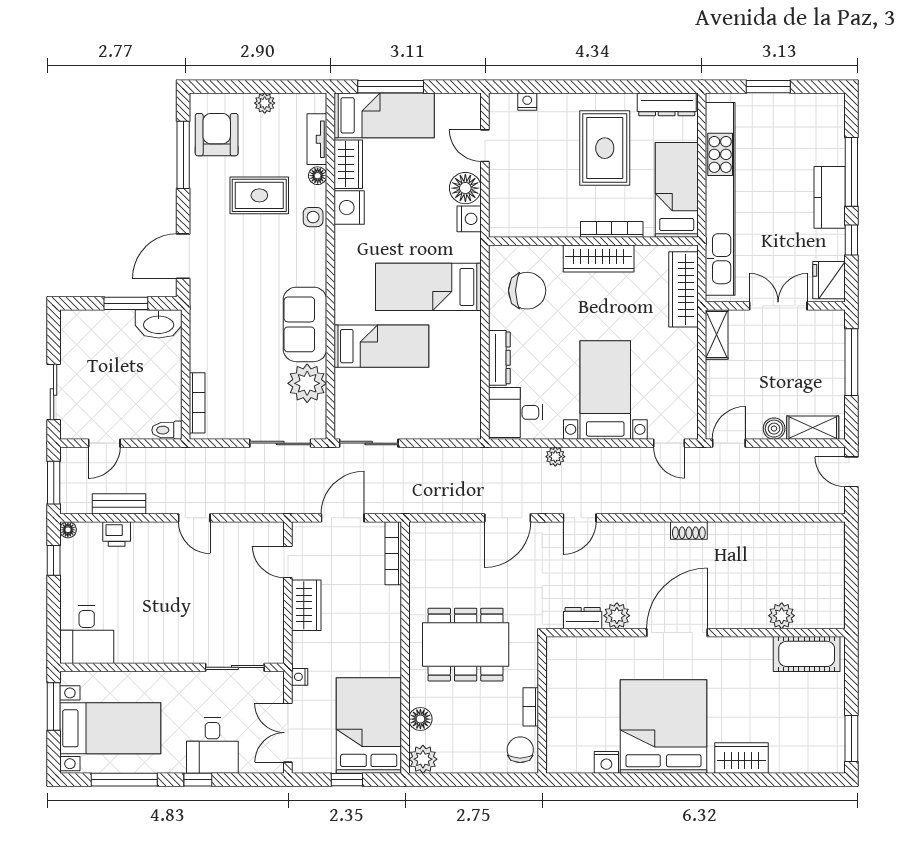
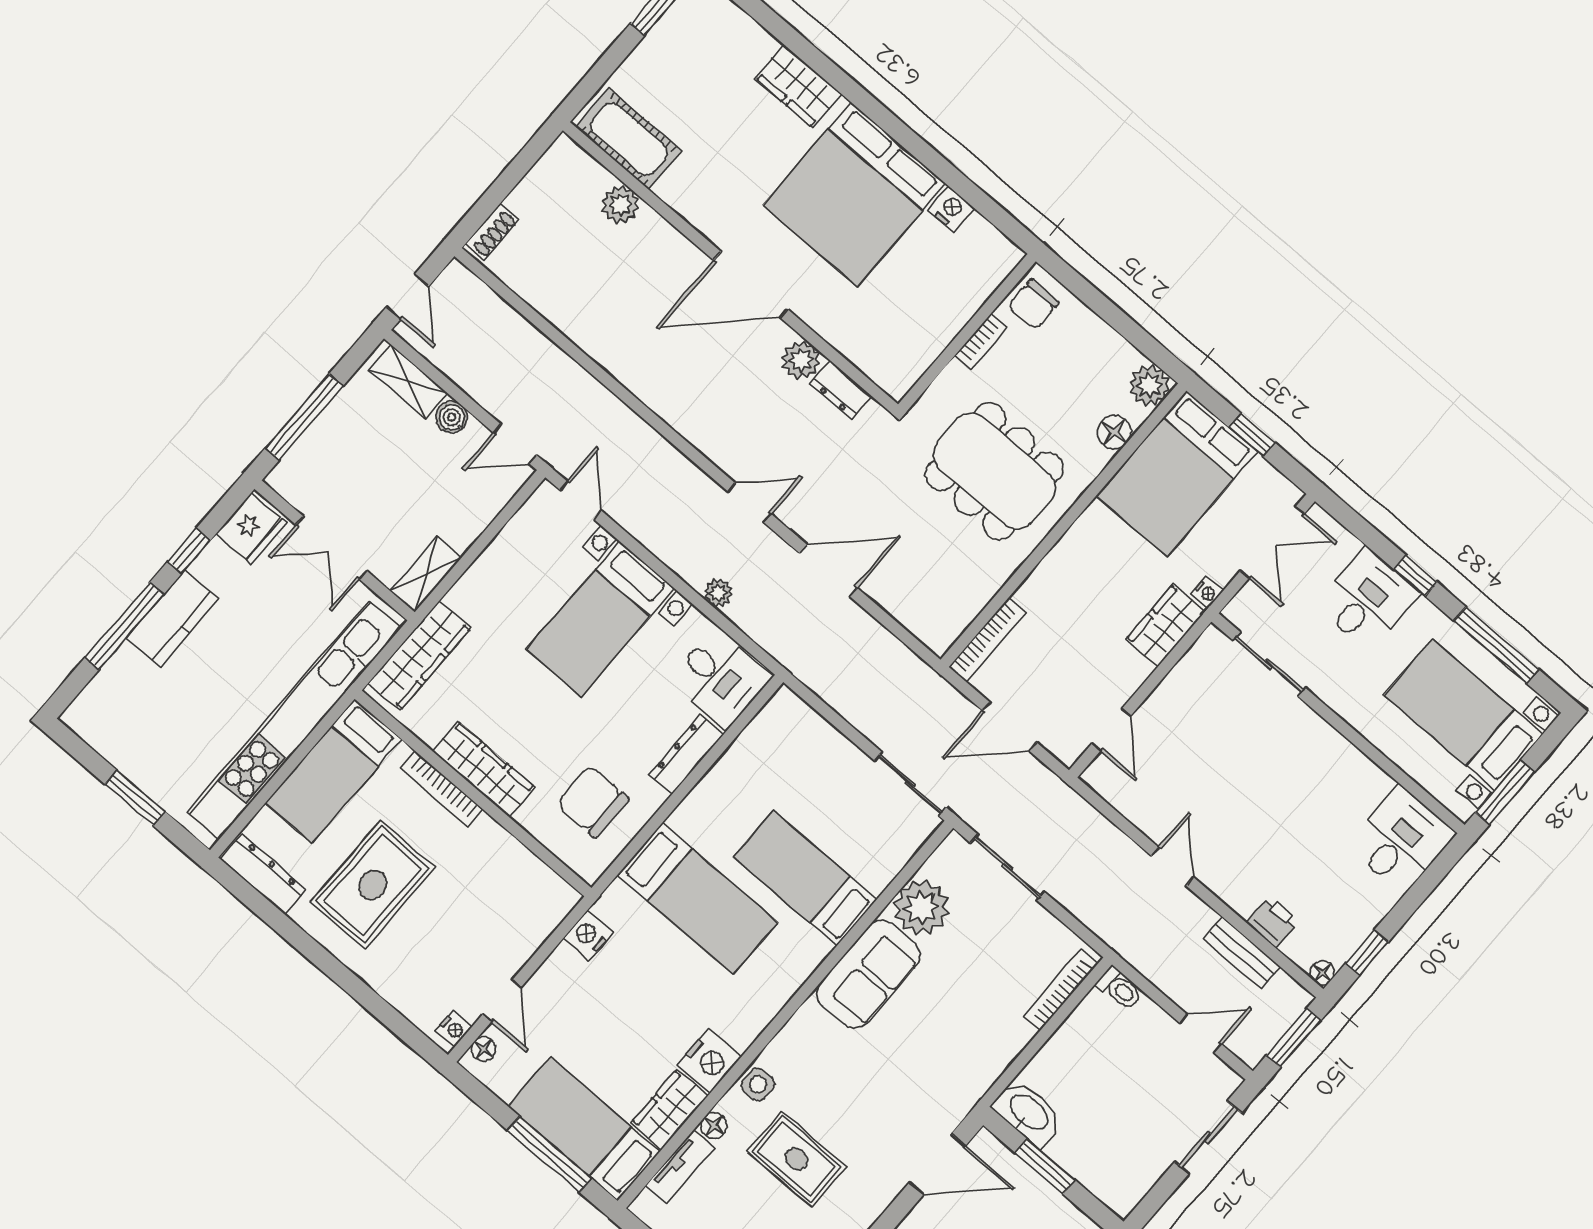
nightstand: (527, 102) -> (454, 1029), moved, turned -90
floor lamp: (465, 188) -> (483, 1049), moved, width x0.53, depth x0.53
shoe rack: (689, 530) -> (492, 232), moved, turned 90
wardrobe: (306, 605) -> (1166, 625), moved

